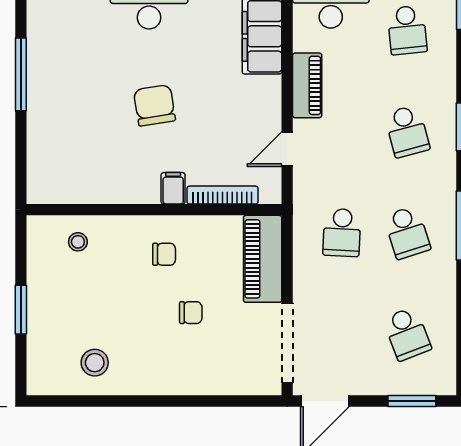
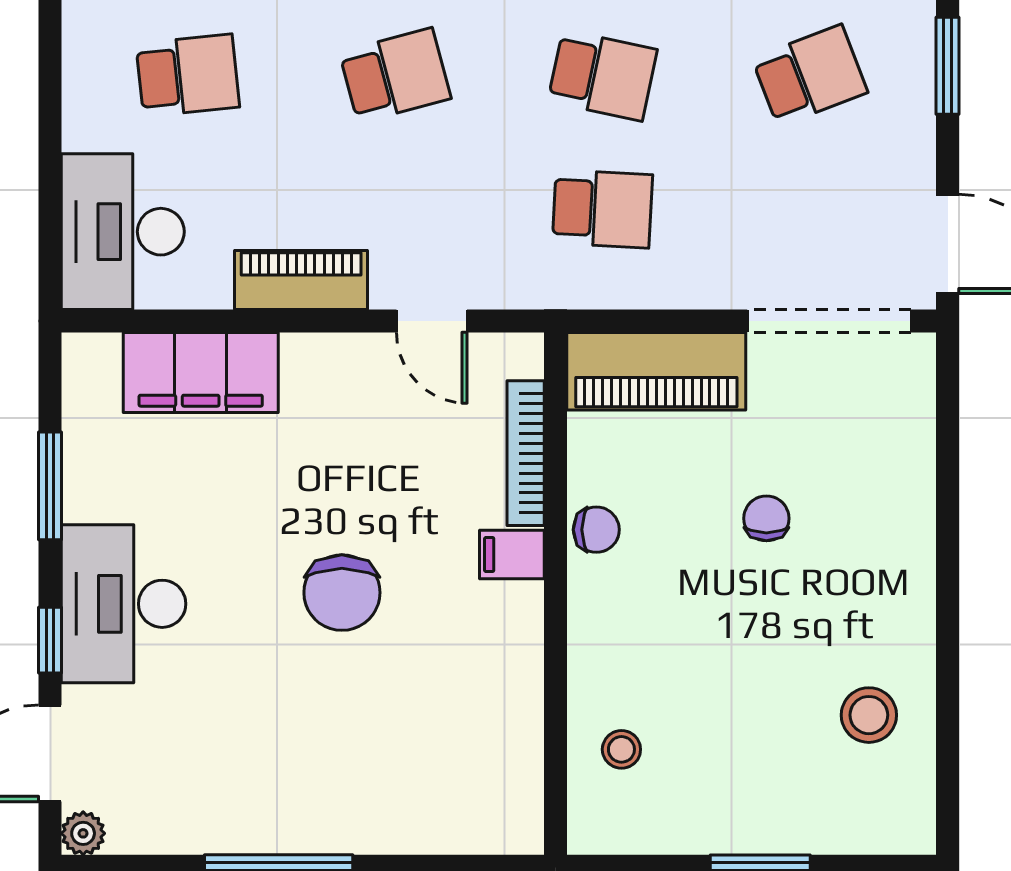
chair: (155, 105) -> (342, 593), turned -81
school desk: (407, 233) -> (602, 75), turned 30
chair: (164, 254) -> (596, 530), moved, turned 90

